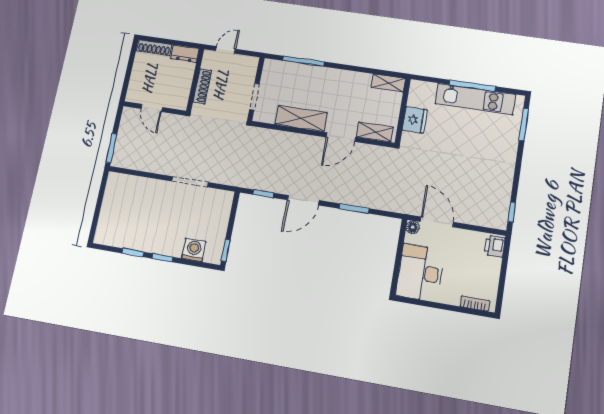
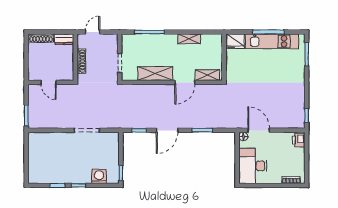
shelving: (388, 83) -> (189, 39), moved
fridge: (415, 120) -> (236, 41), moved, turned 90

